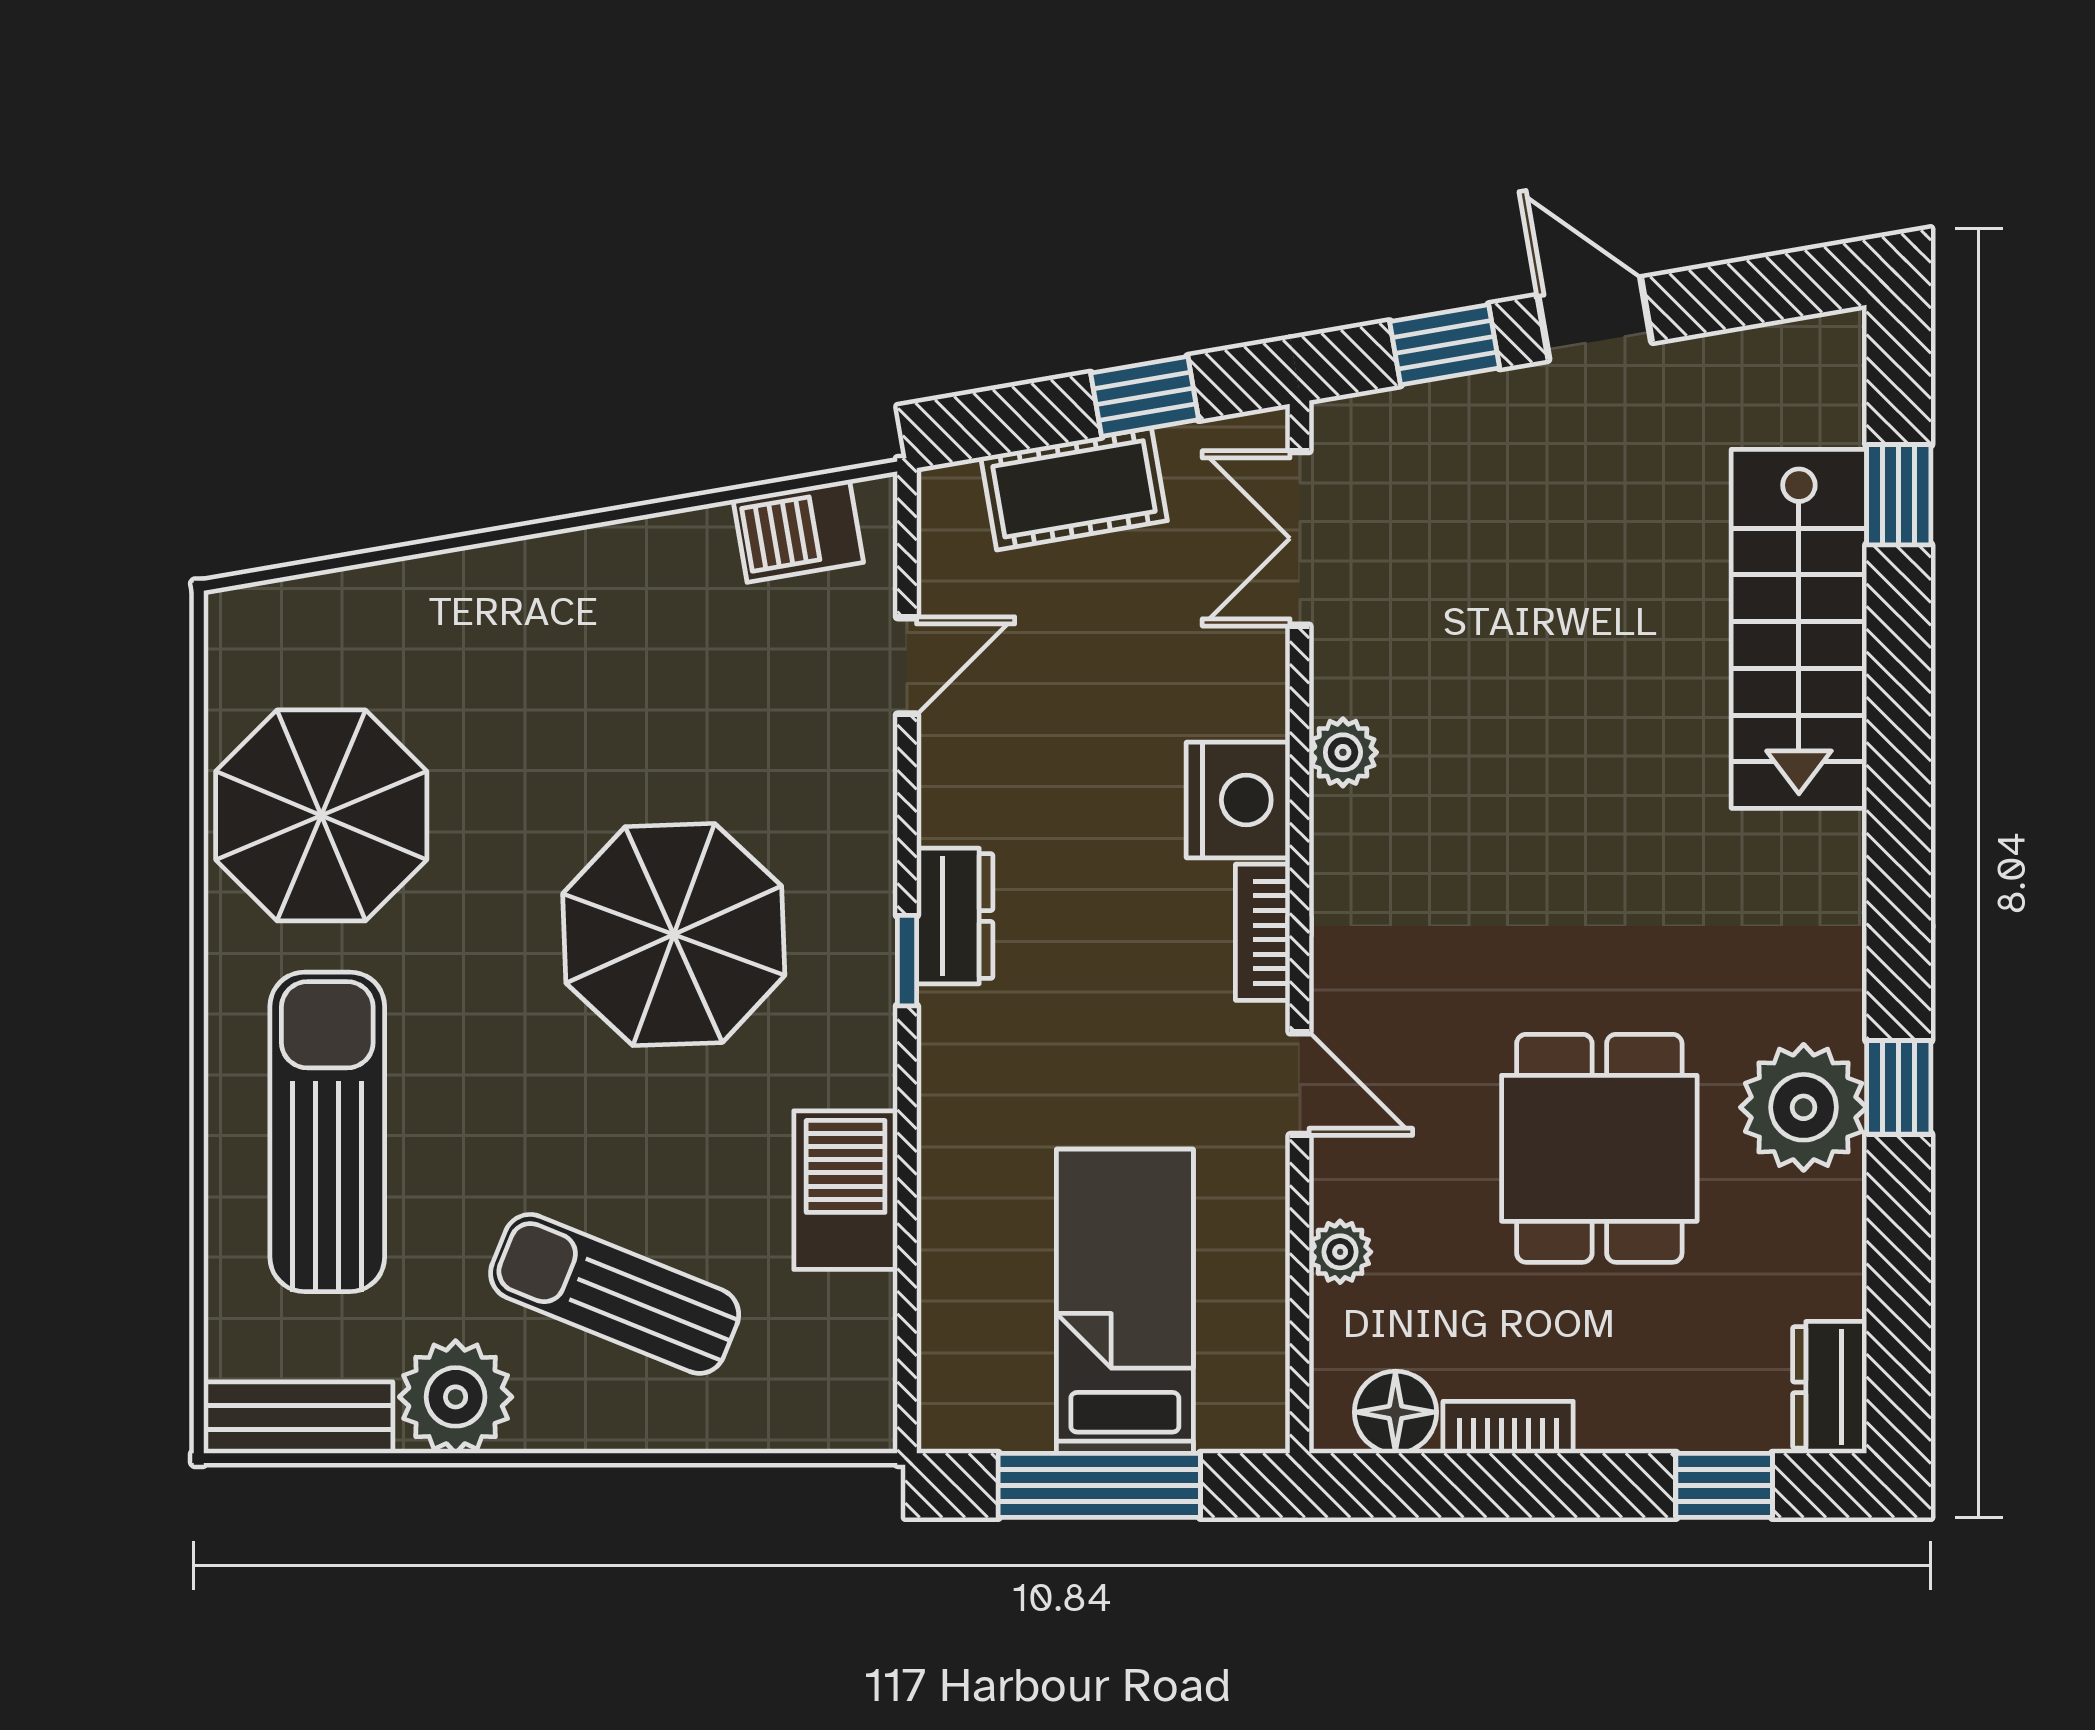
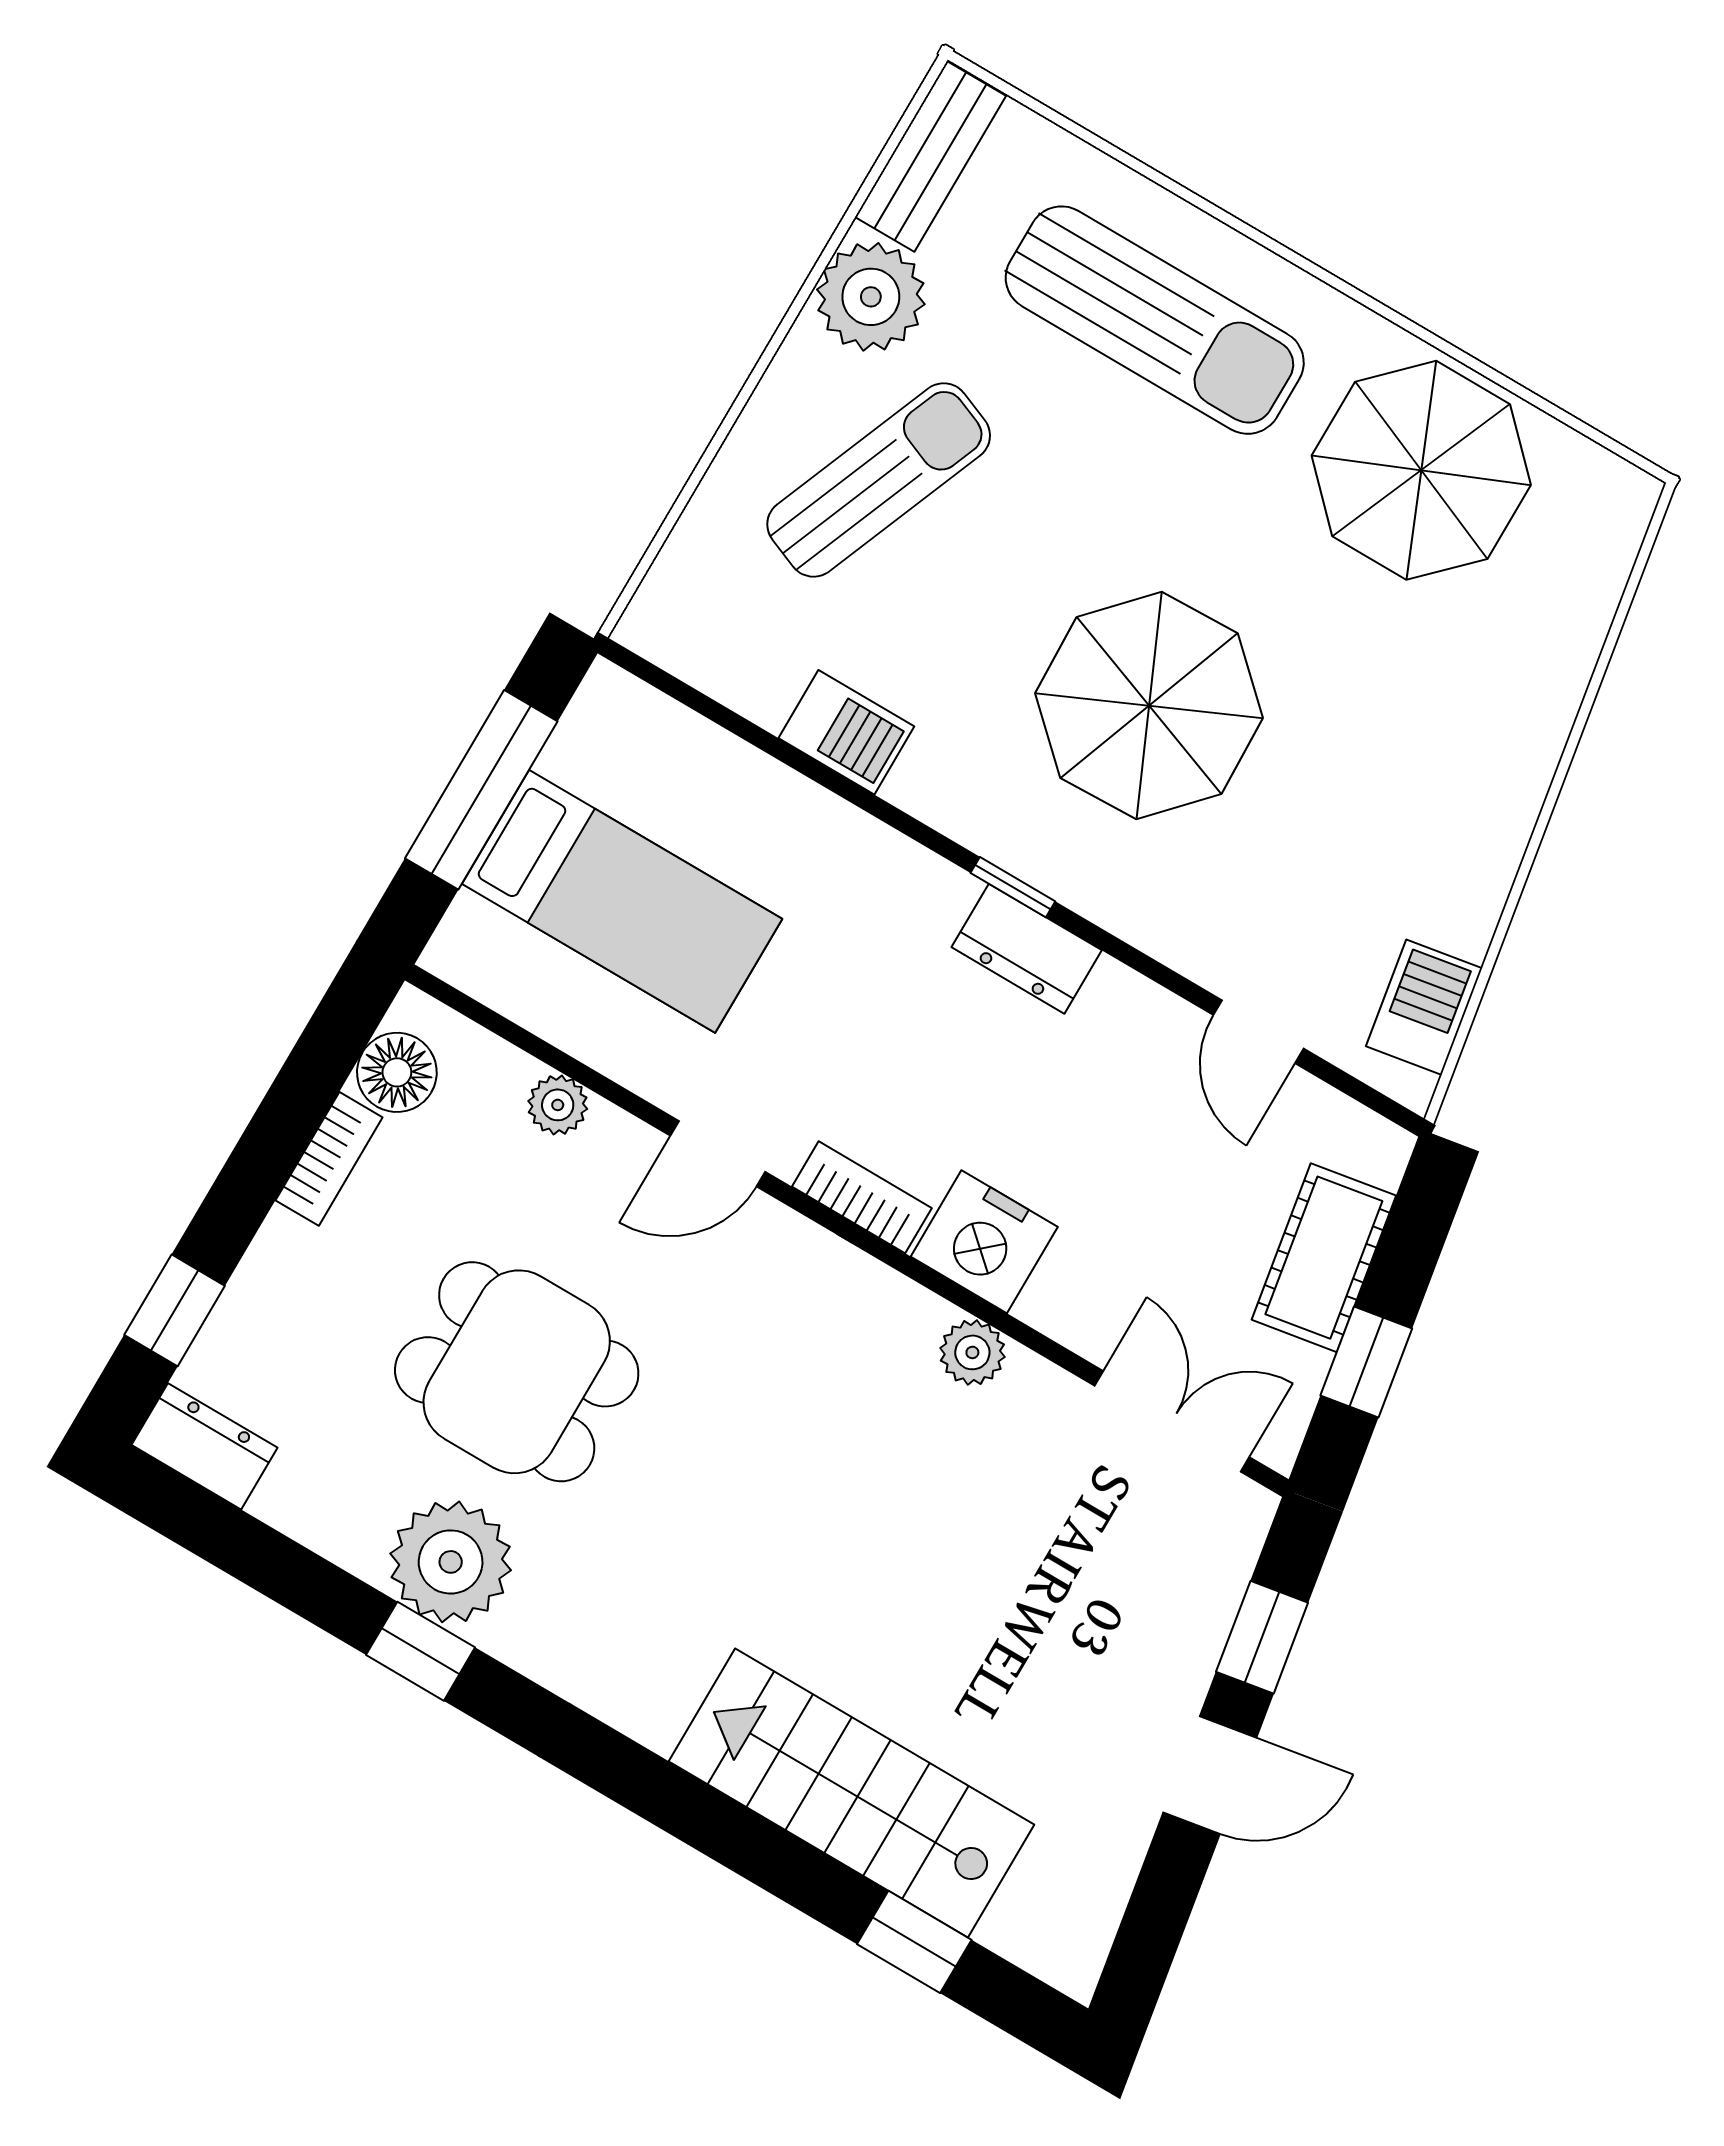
barbecue: (846, 1190) -> (846, 732), width x0.73, depth x0.79

